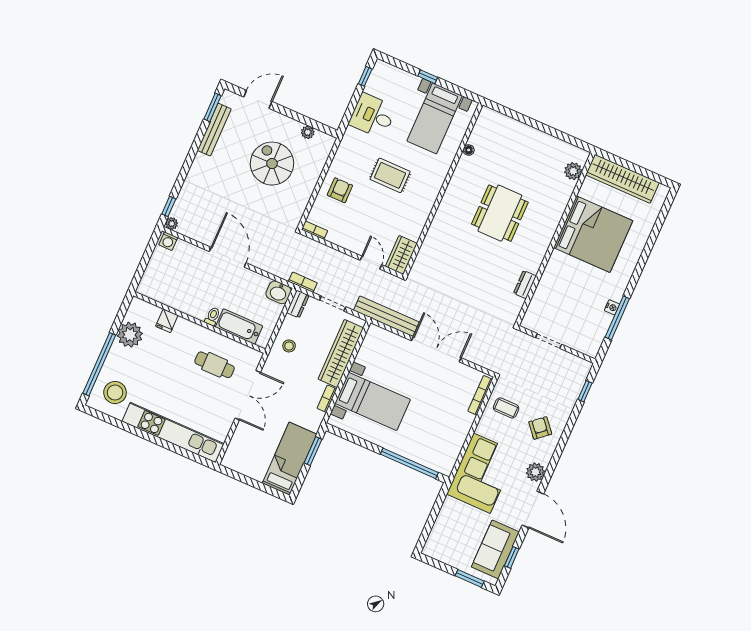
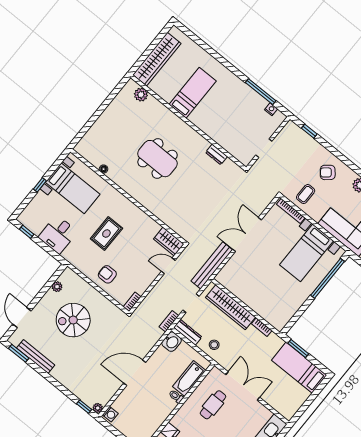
bed: (593, 234) -> (193, 93), width x0.49
dresser: (298, 304) -> (188, 332), width x1.44
nightstand: (612, 307) -> (271, 109), moved
bed with nightstands: (373, 401) -> (307, 253), moved, turned 180

